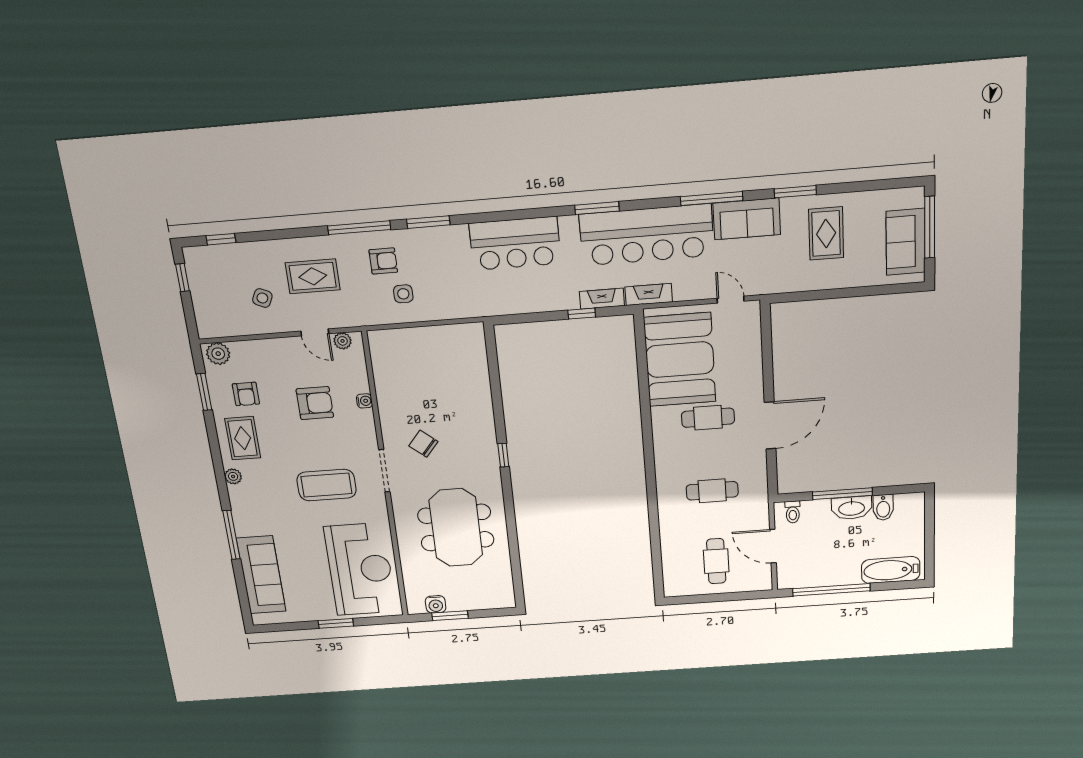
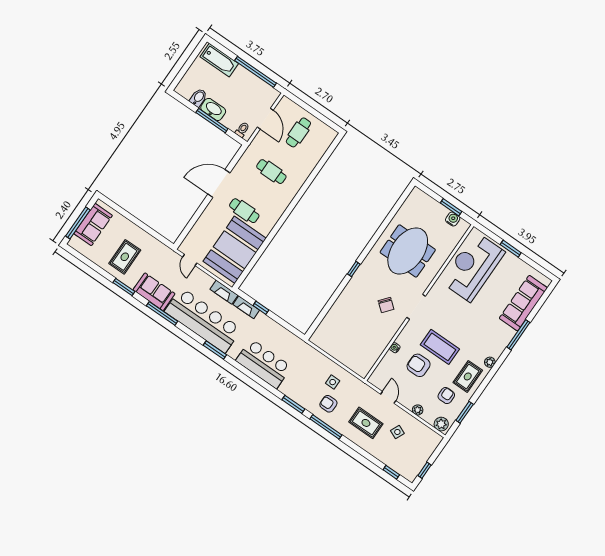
plant: (343, 341) -> (418, 410), moved
coffee table: (327, 485) -> (440, 347), moved

